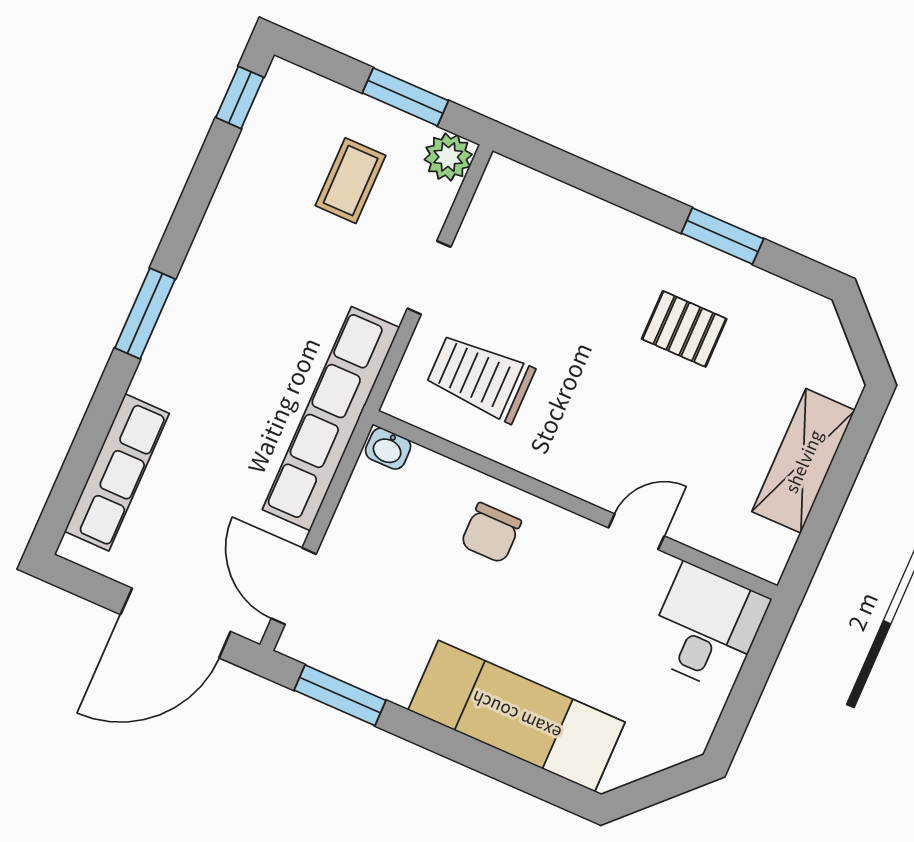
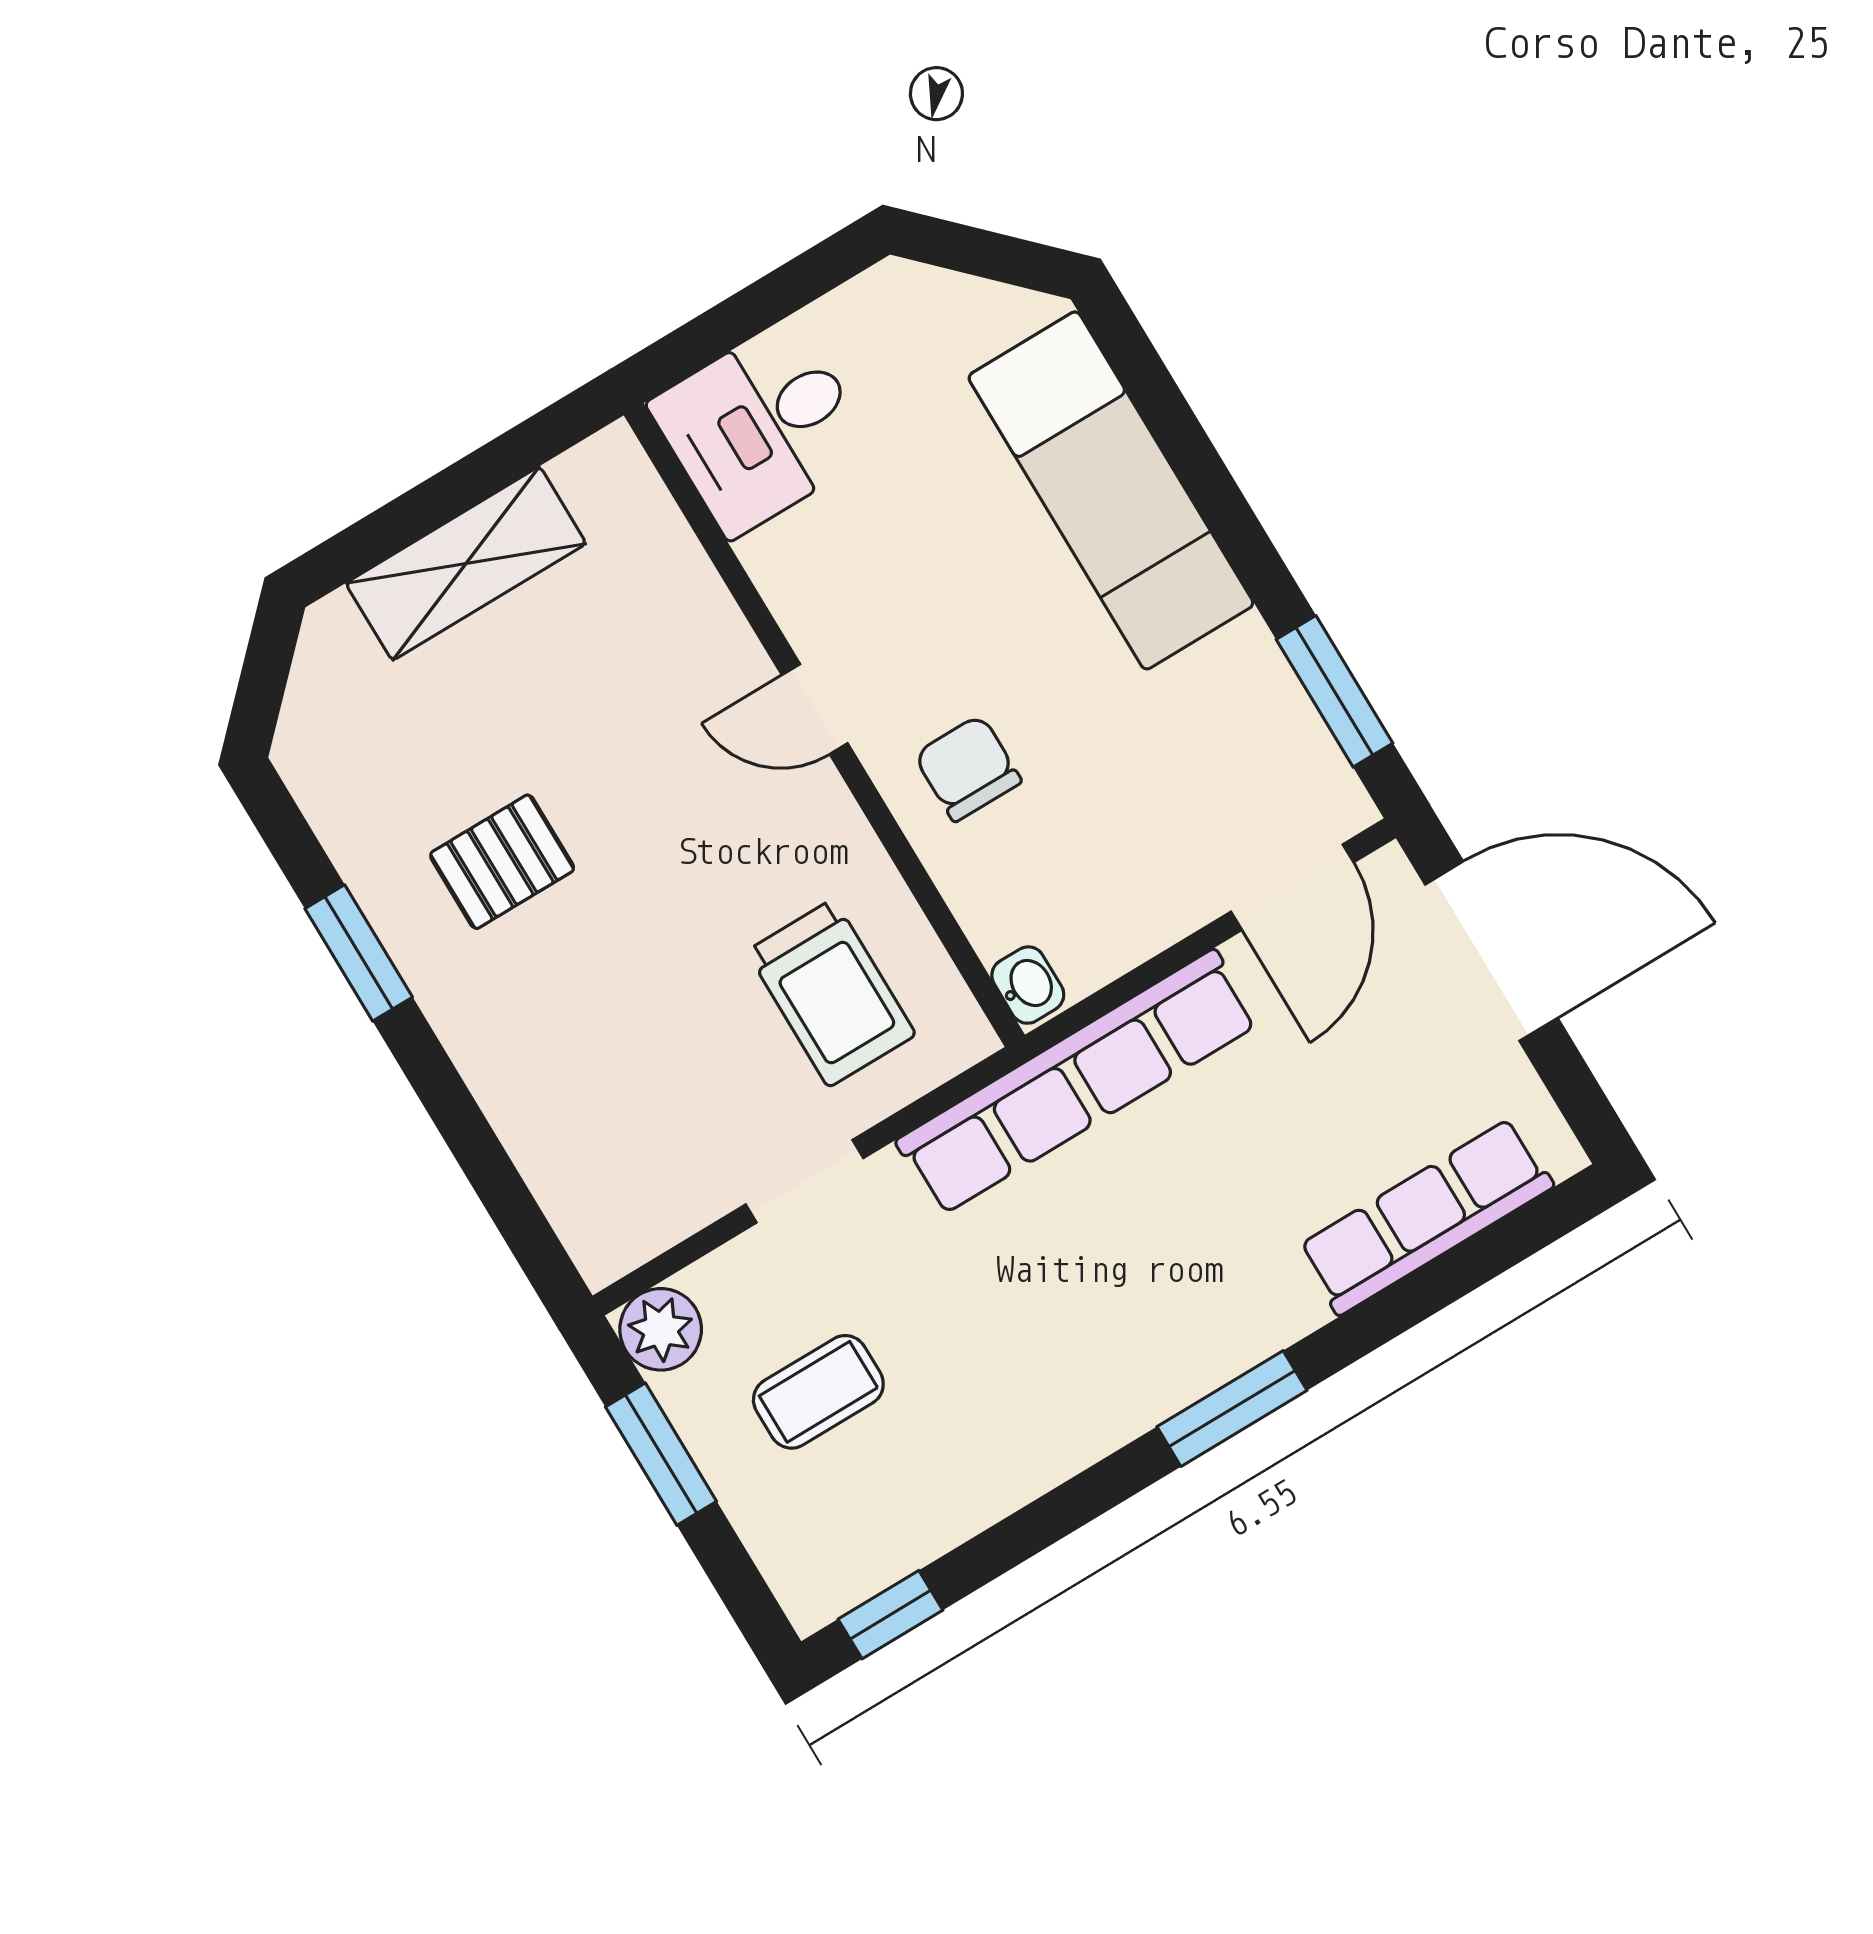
pallet: (684, 329) -> (502, 862), turned 90
door: (636, 532) -> (815, 709), moved
chair: (491, 533) -> (968, 768), turned -90

